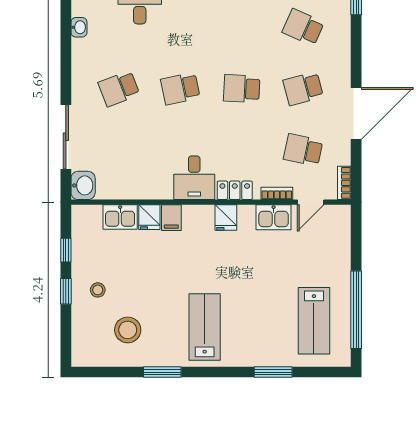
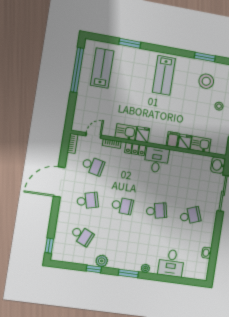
kitchen sink: (274, 217) -> (126, 132), moved
window: (162, 372) -> (205, 57), moved

